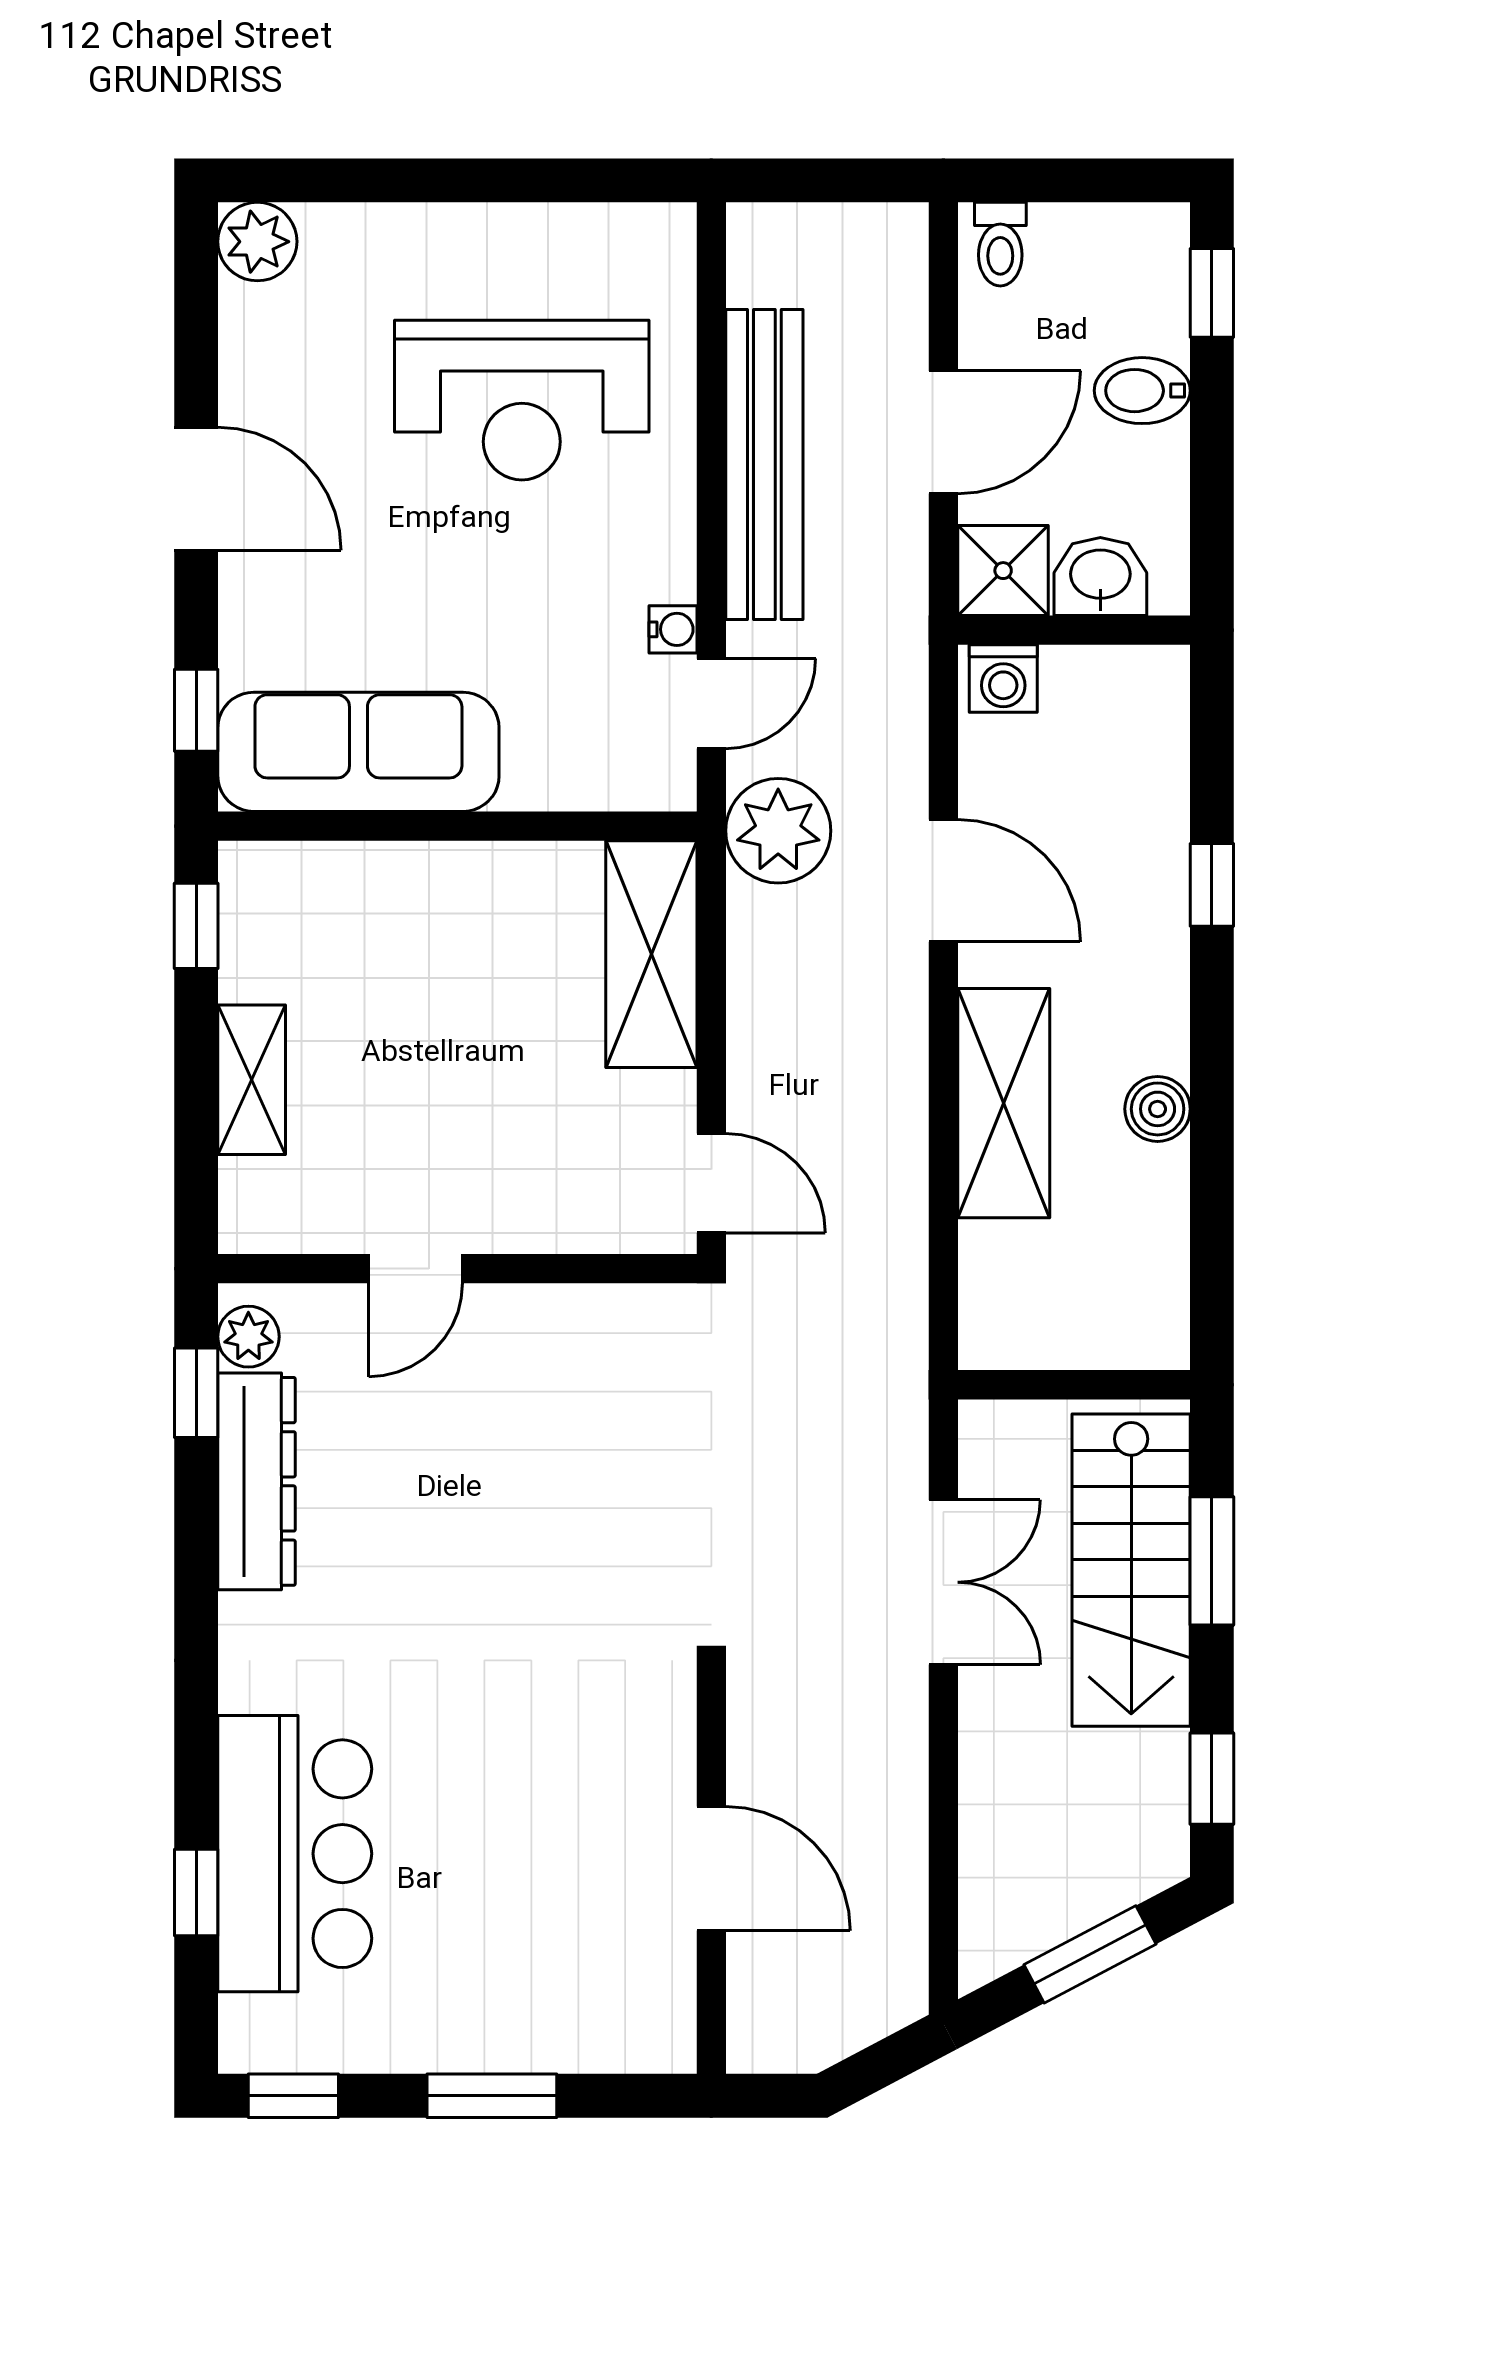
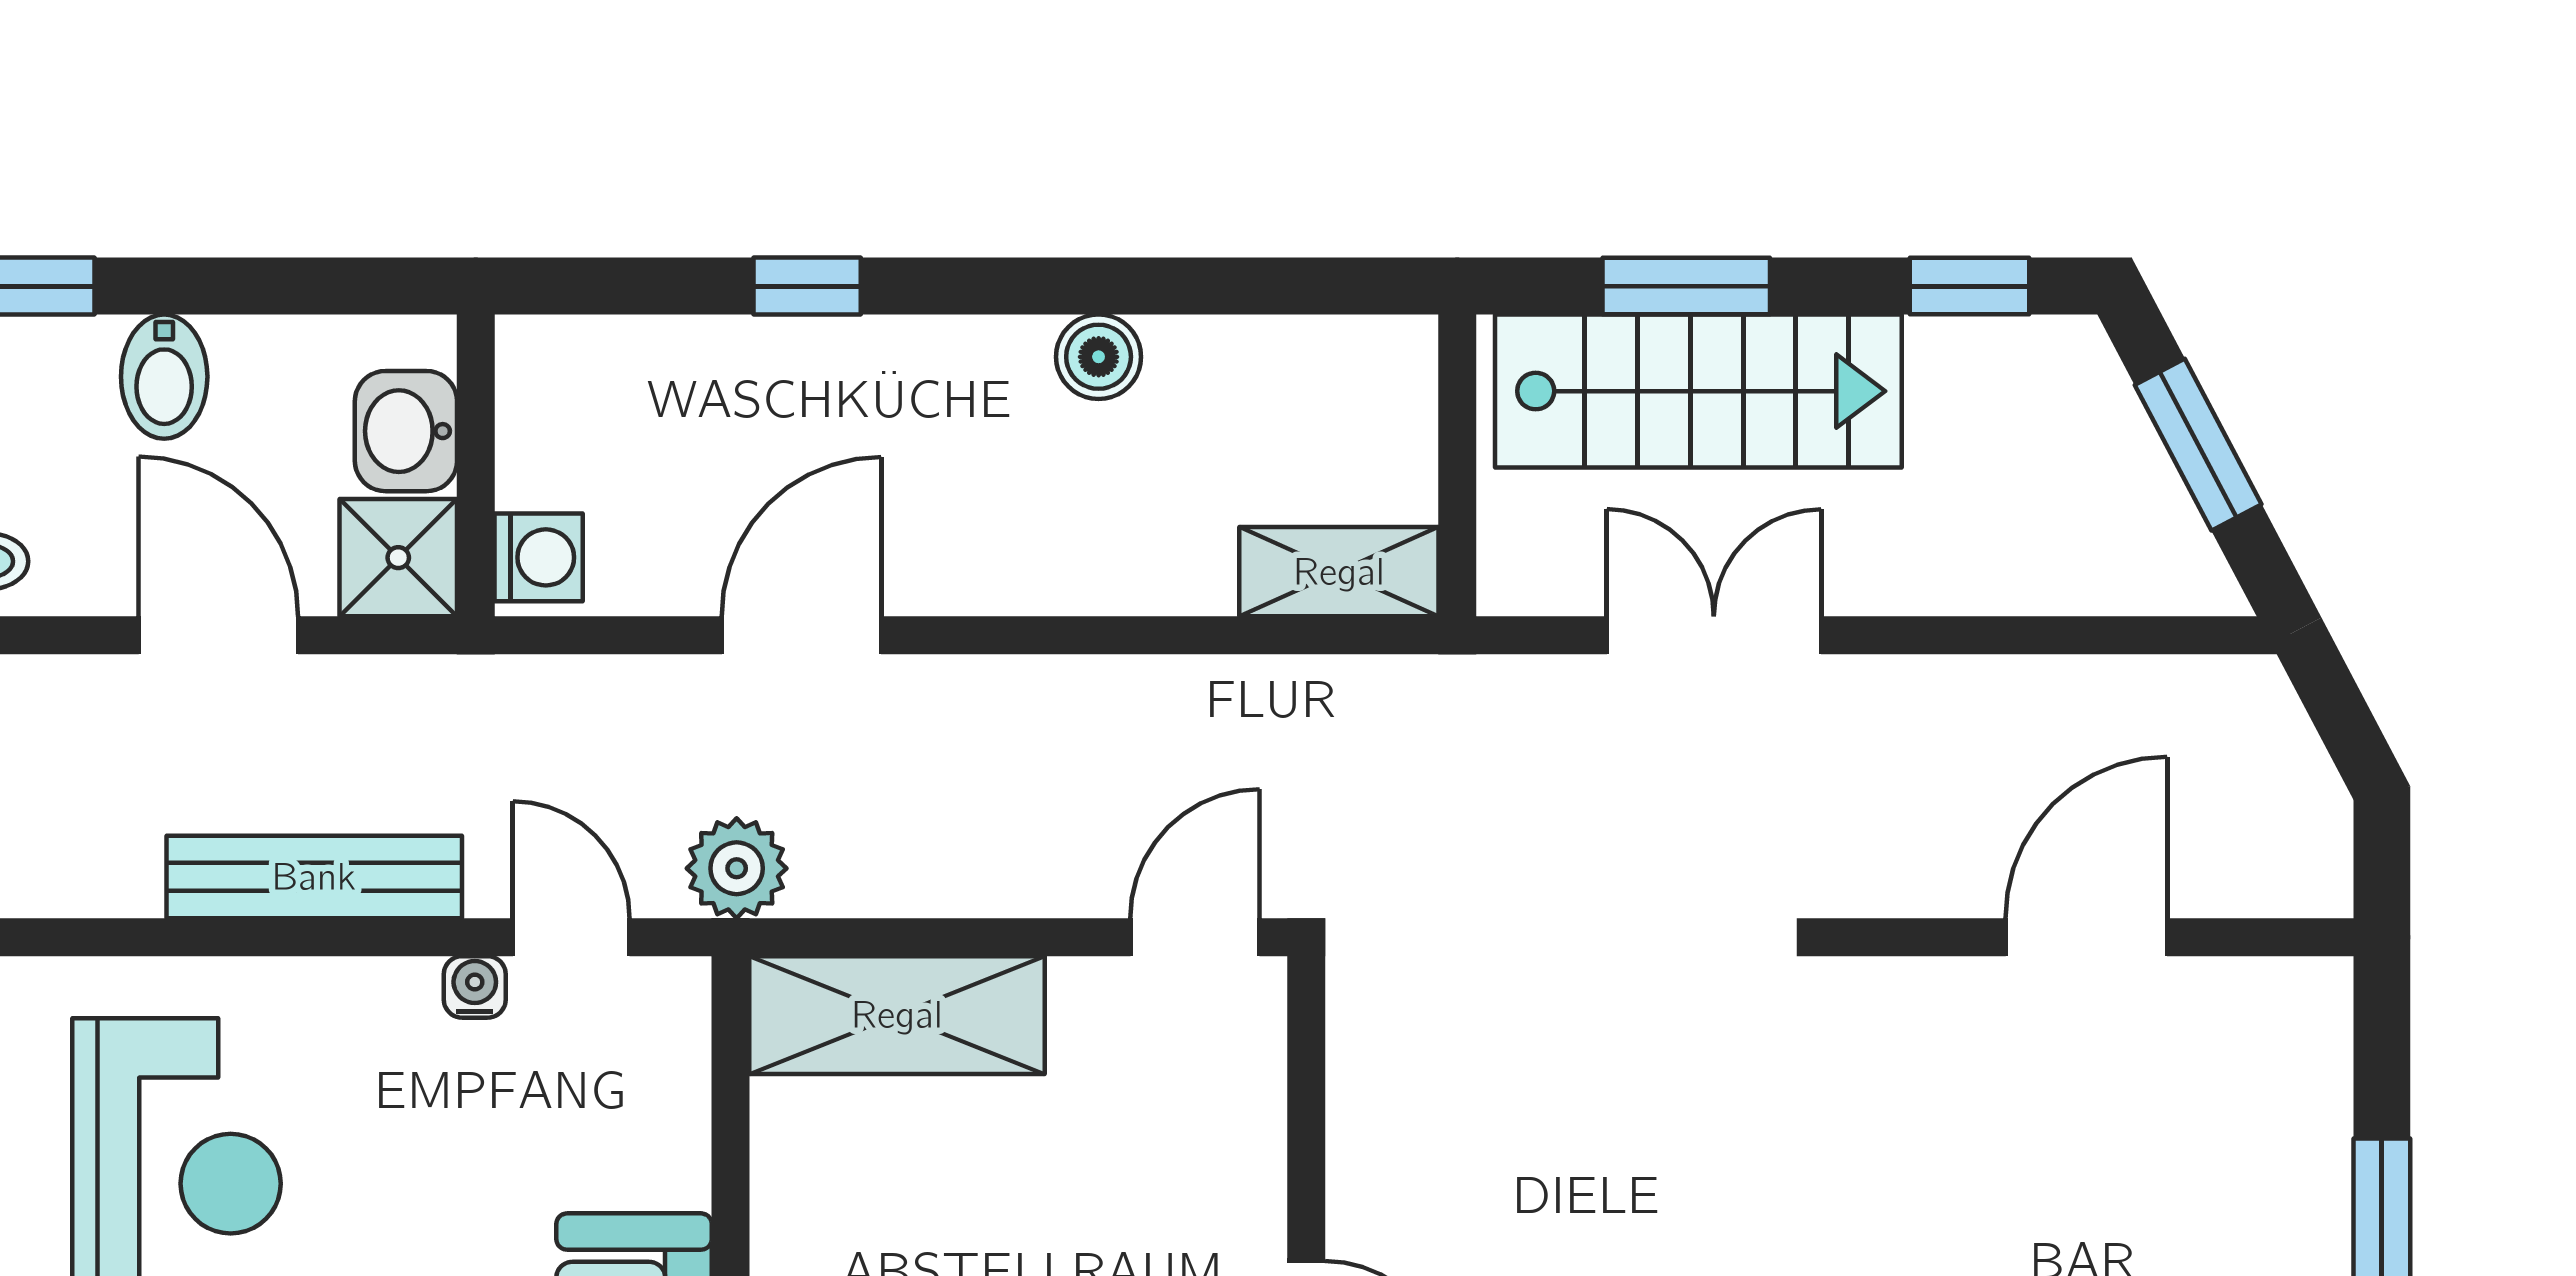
bench: (764, 464) -> (314, 877), width x0.73, depth x0.82
plant: (778, 831) -> (737, 868), width x0.73, depth x0.73
shelving: (1004, 1103) -> (1339, 572), moved, width x0.67, depth x0.75

